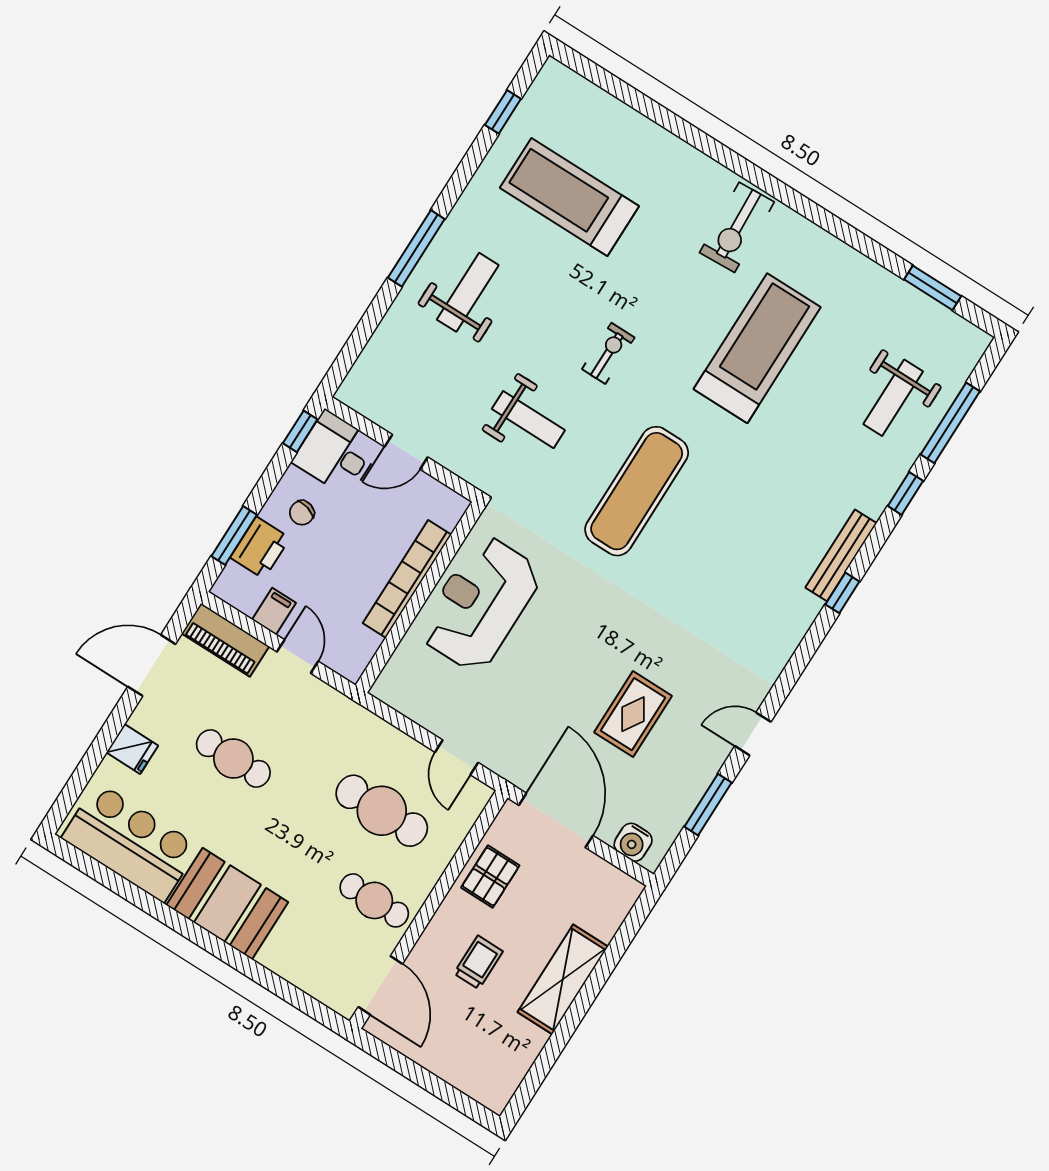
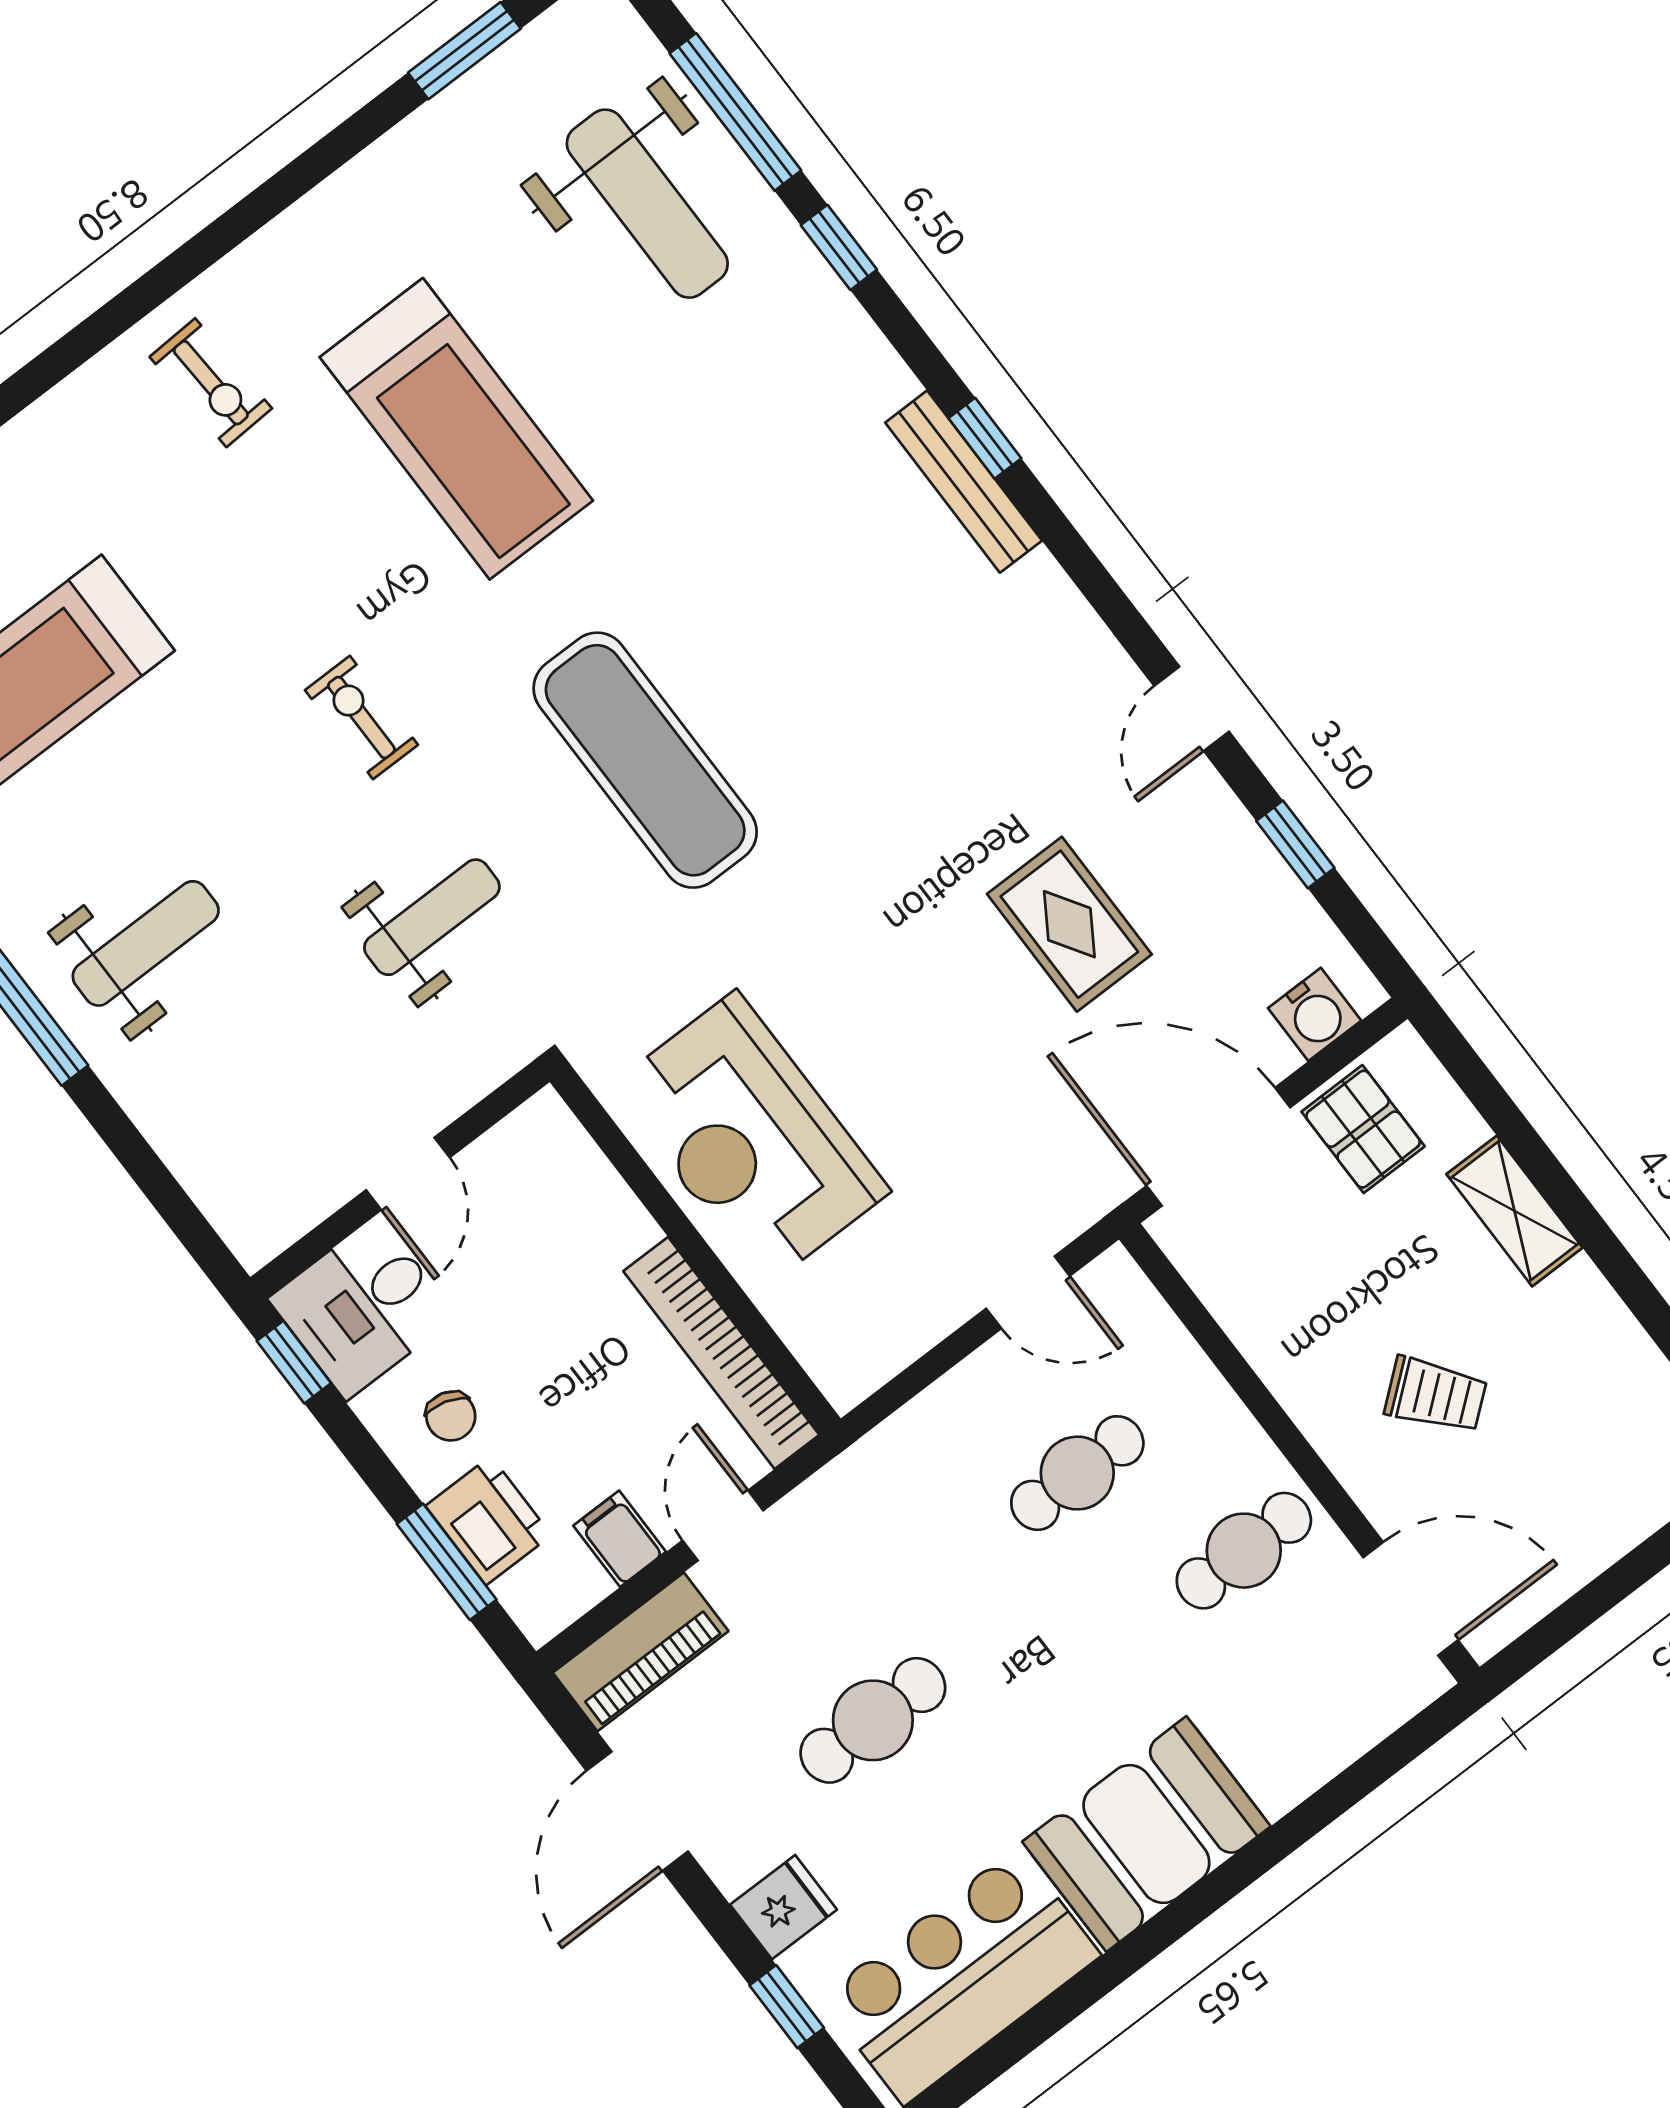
exercise bike: (737, 227) -> (211, 383), width x0.73, depth x0.72
weight bench: (468, 292) -> (146, 943), turned 90
treadmill: (757, 348) -> (456, 429), turned 180
weight bench: (893, 398) -> (647, 204), width x1.36, depth x1.33
bench: (841, 555) -> (964, 482), moved
bookcase: (407, 579) -> (721, 1353), moved
door: (298, 657) -> (723, 1526), hinge flipped
window: (87, 767) -> (787, 2007), added
window: (708, 805) -> (1295, 844), width x0.67
cafe table: (382, 811) -> (1077, 1473), width x0.73, depth x0.74
pallet: (490, 877) -> (1363, 1129), moved
trolley: (478, 962) -> (1436, 1395), turned 141
shelving: (563, 979) -> (1514, 1211), width x0.67, depth x0.75

